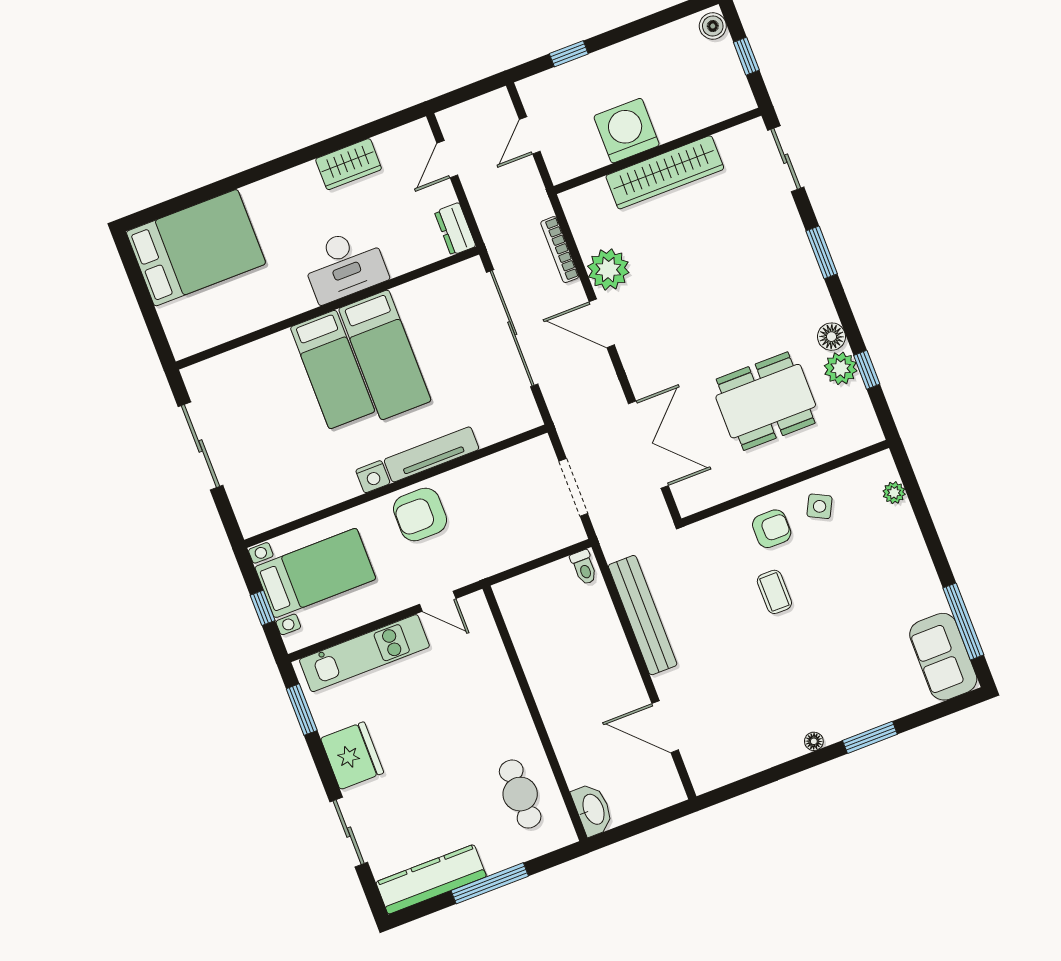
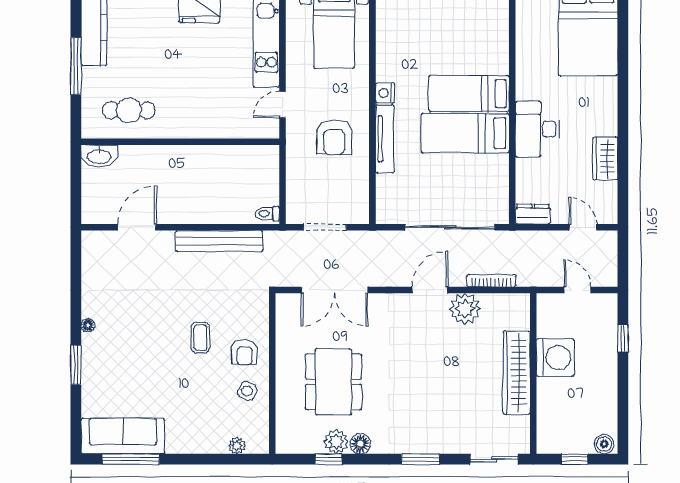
armchair: (420, 514) -> (334, 137), moved, turned 180
coffee table: (774, 592) -> (201, 338), turned 90
sofa: (943, 657) -> (123, 436), width x1.36

